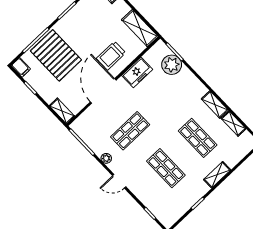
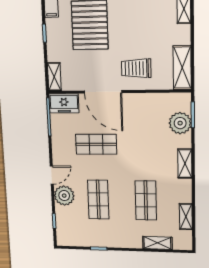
freezer: (137, 72) -> (64, 103), moved
door: (103, 91) -> (103, 92), swing flipped
shelving: (215, 104) -> (185, 164), moved
plant: (106, 158) -> (64, 196), moved, width x1.88, depth x1.88
shelving: (217, 175) -> (157, 243), moved
door: (119, 181) -> (52, 175), swing flipped

